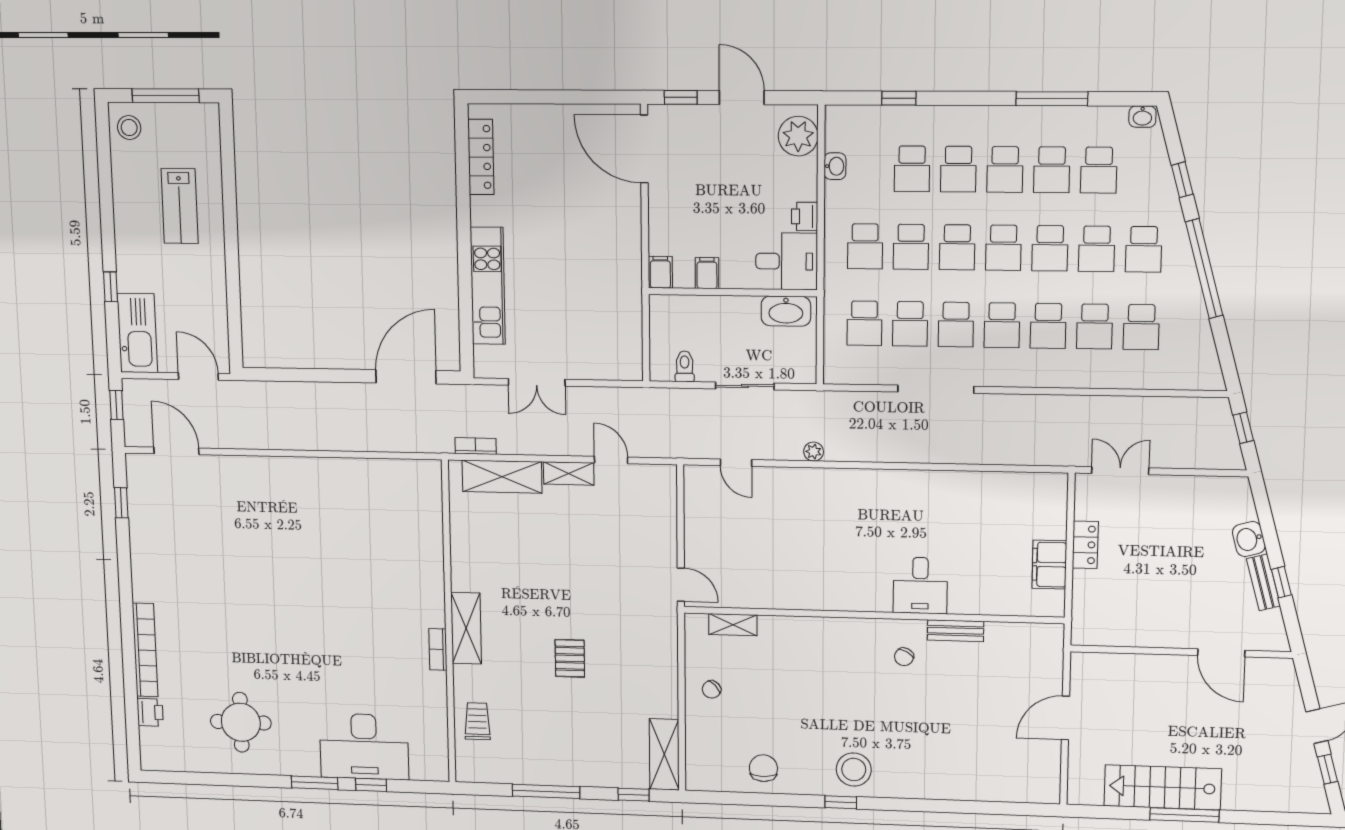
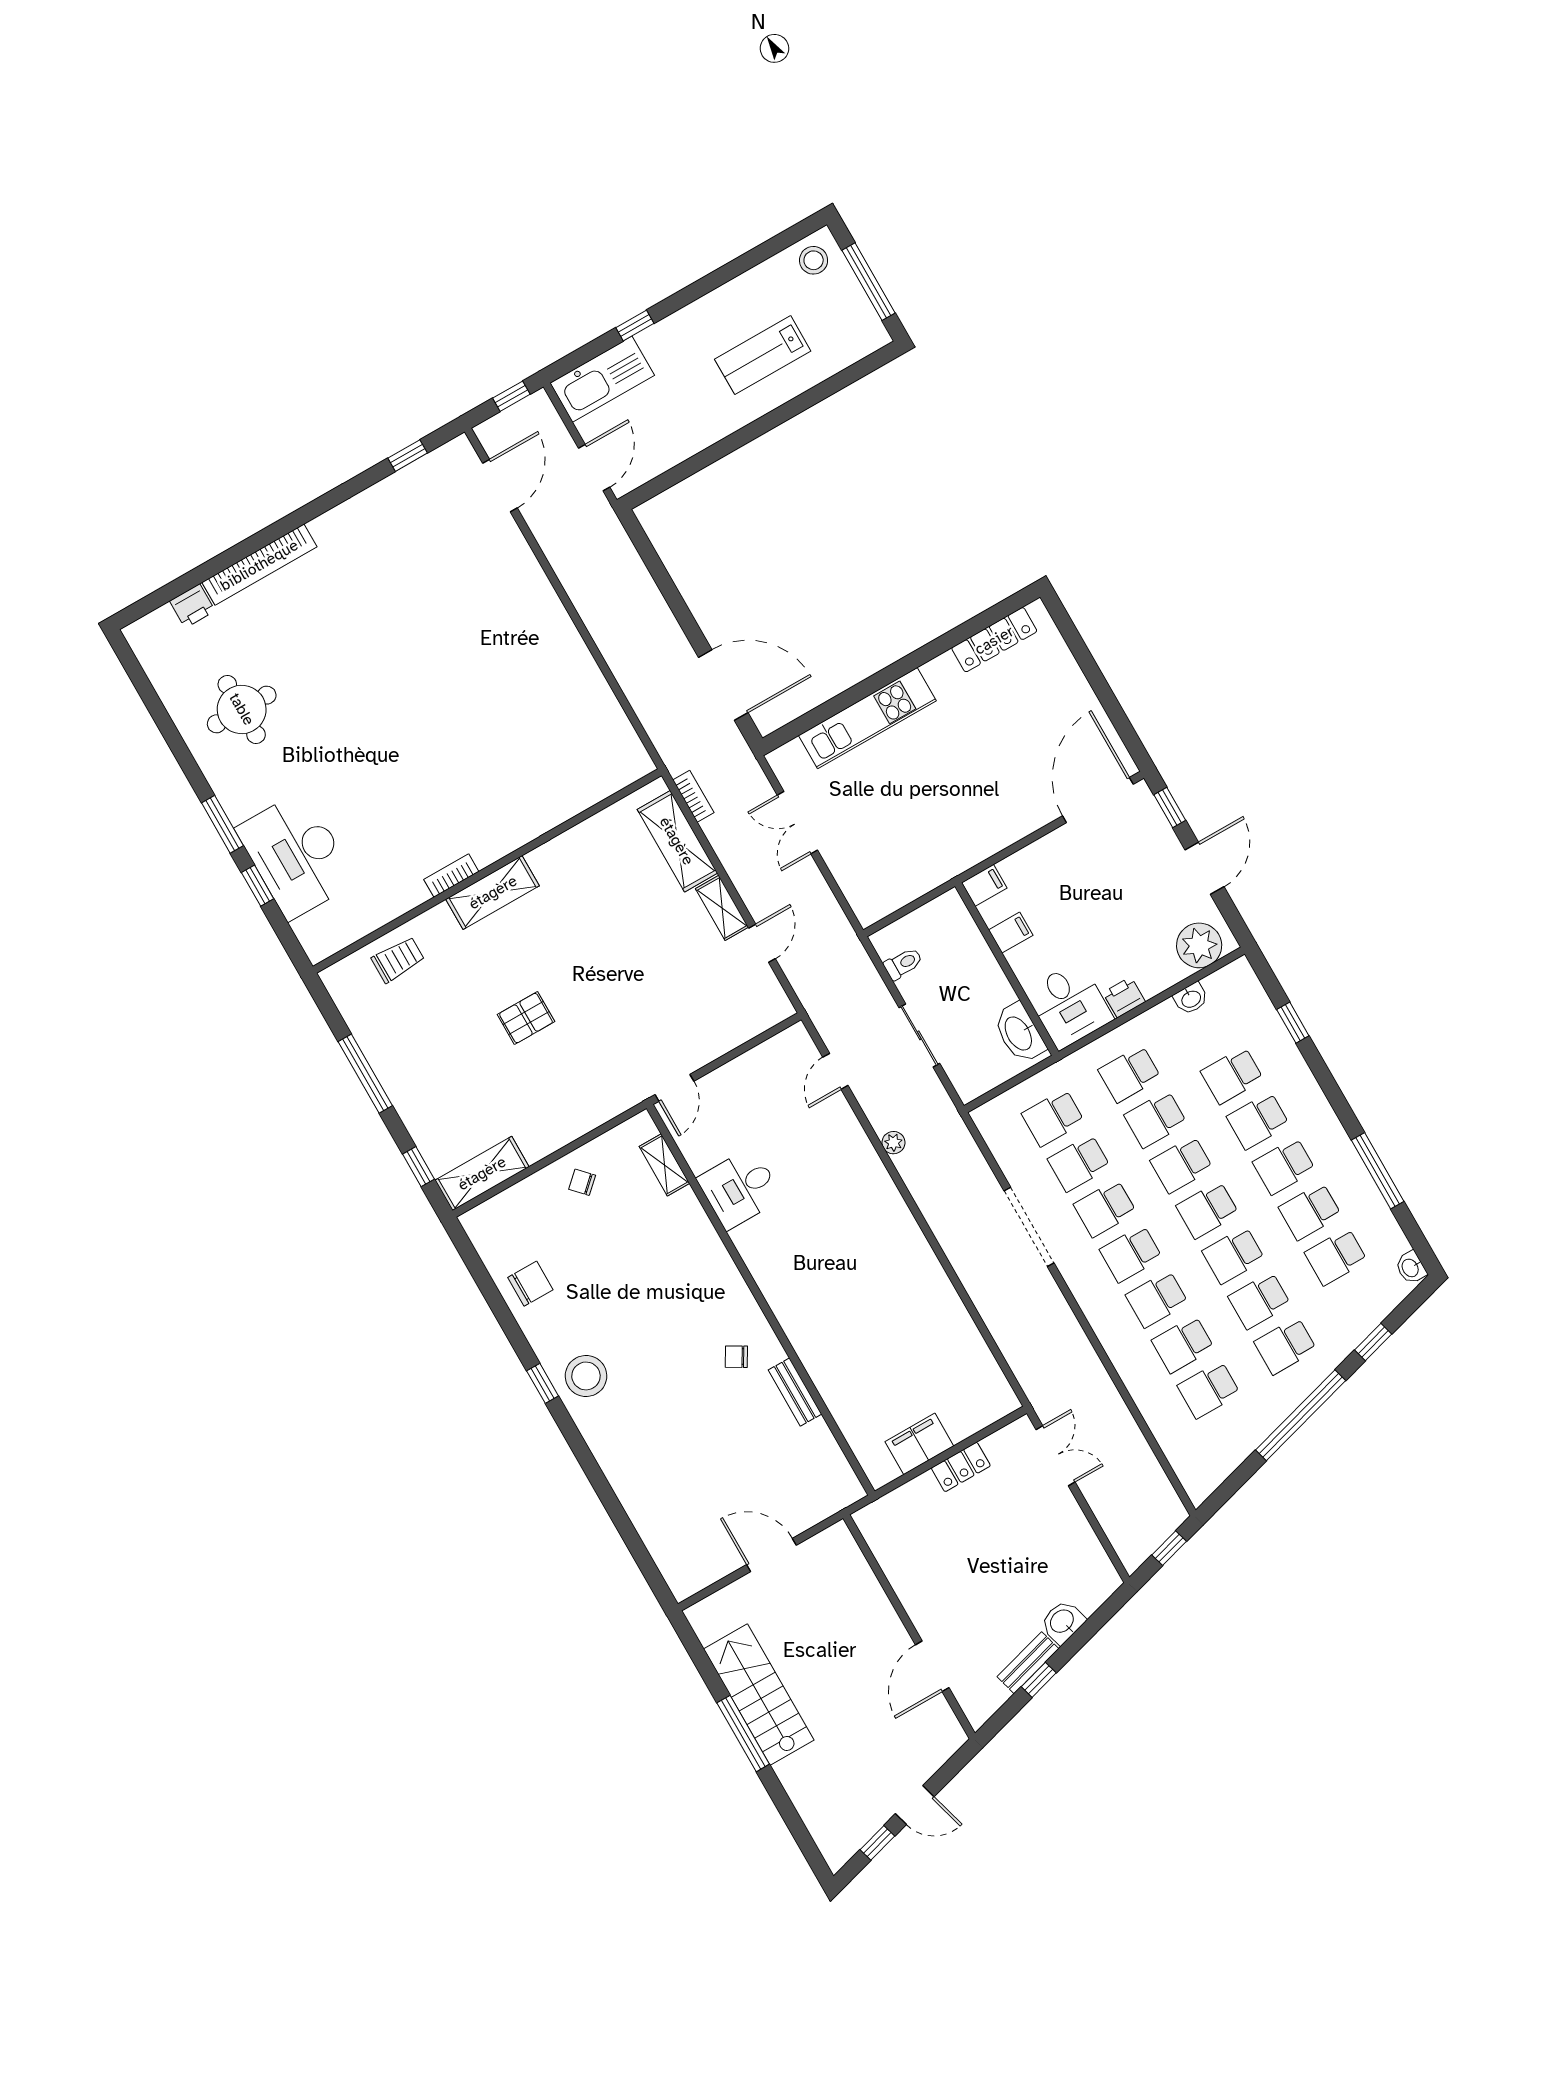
desk: (920, 585) -> (740, 1188), moved

